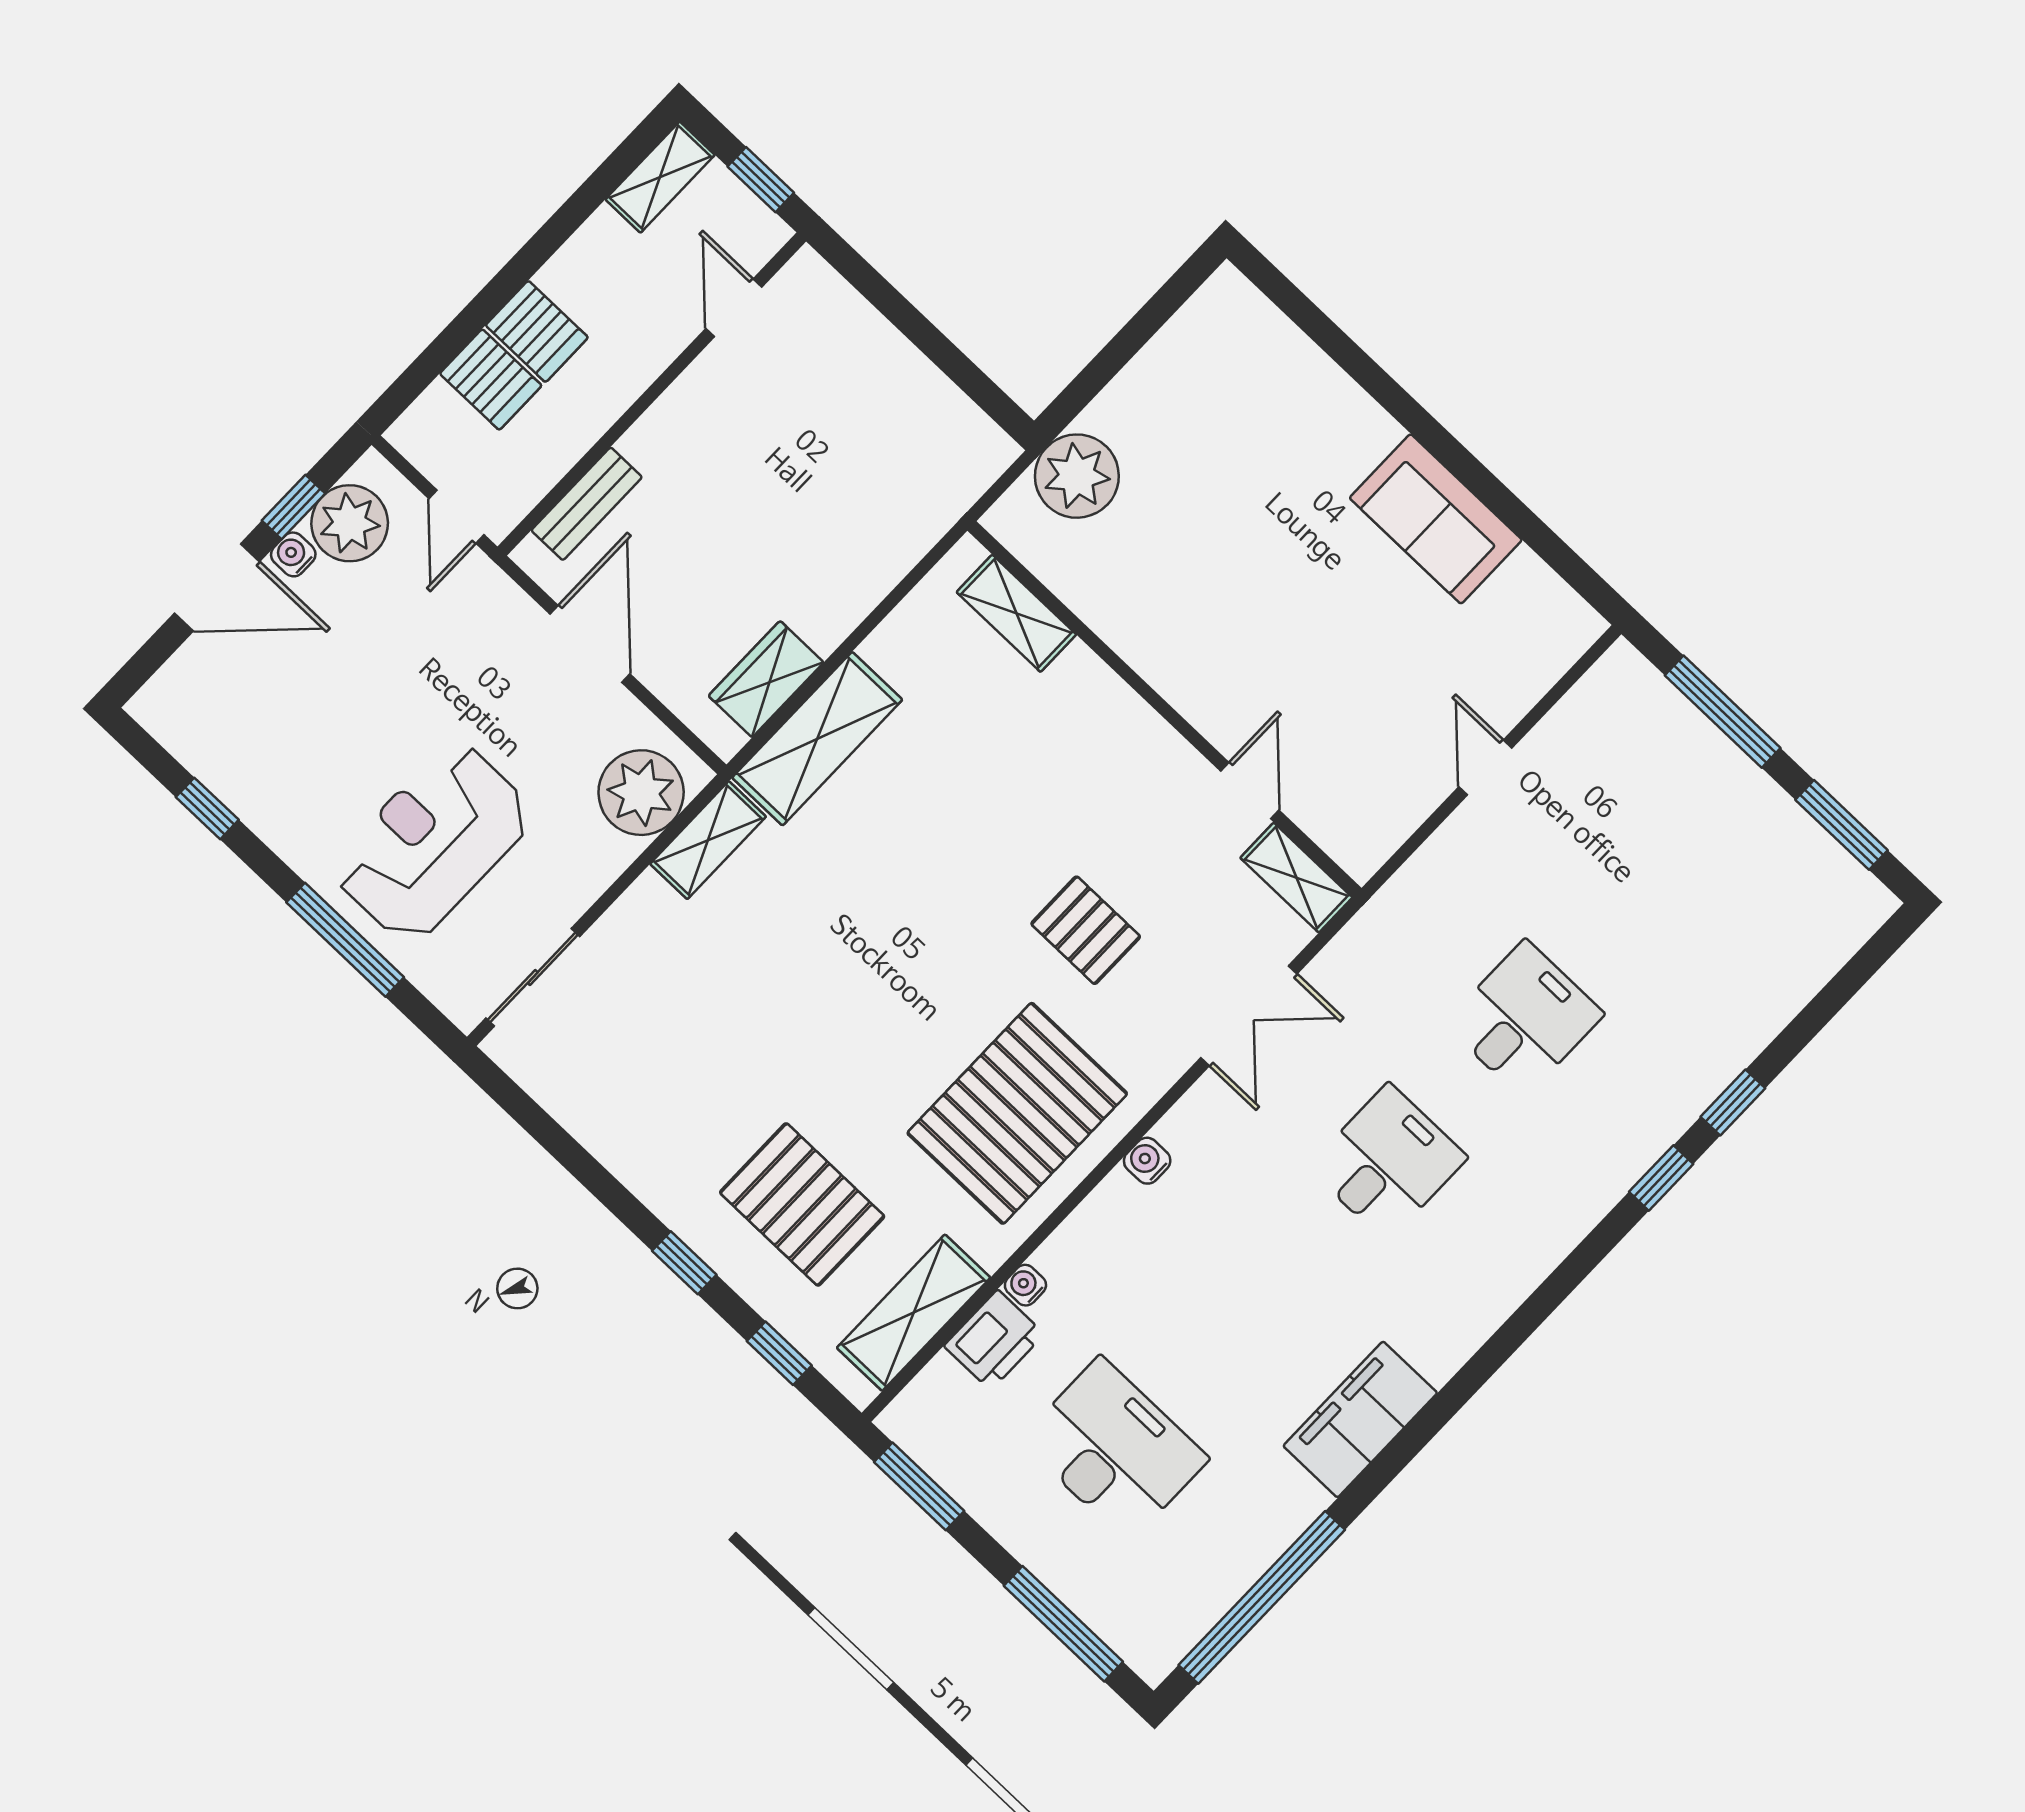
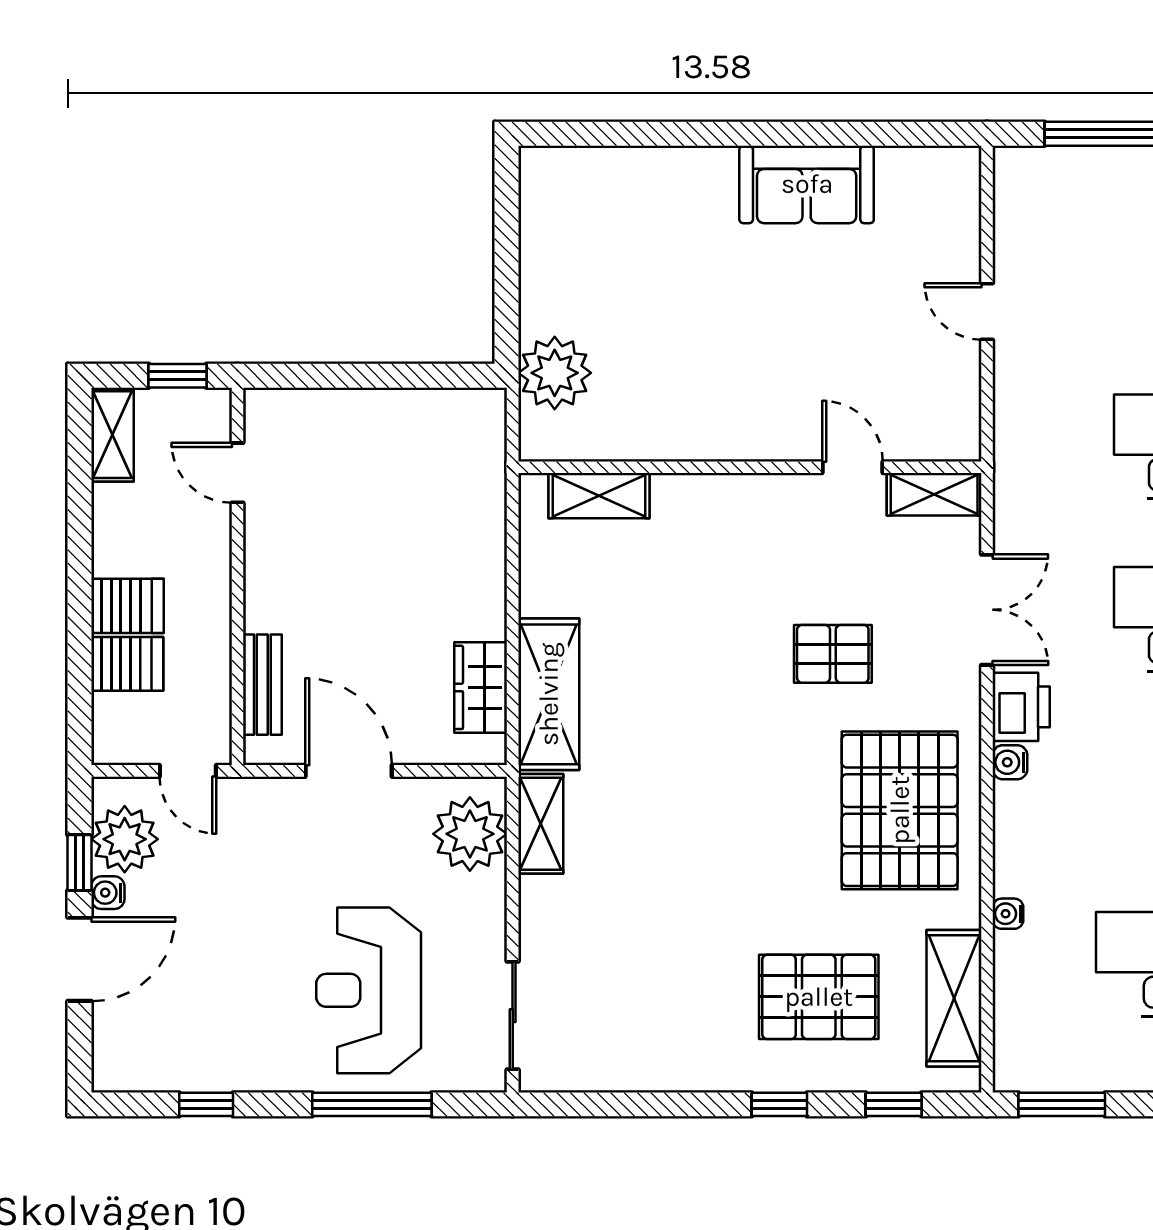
printer: (994, 1340) -> (1021, 707), moved

